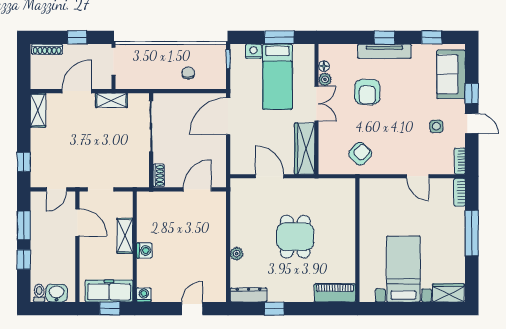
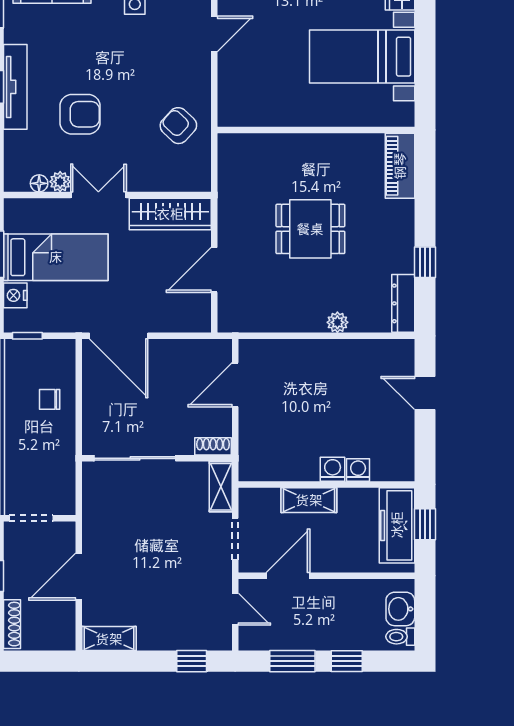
door: (77, 91) -> (79, 577), hinge flipped
shelving: (112, 100) -> (221, 487), moved
door: (197, 189) -> (235, 385), hinge flipped
washing machine: (144, 295) -> (358, 470), moved, turned 90

